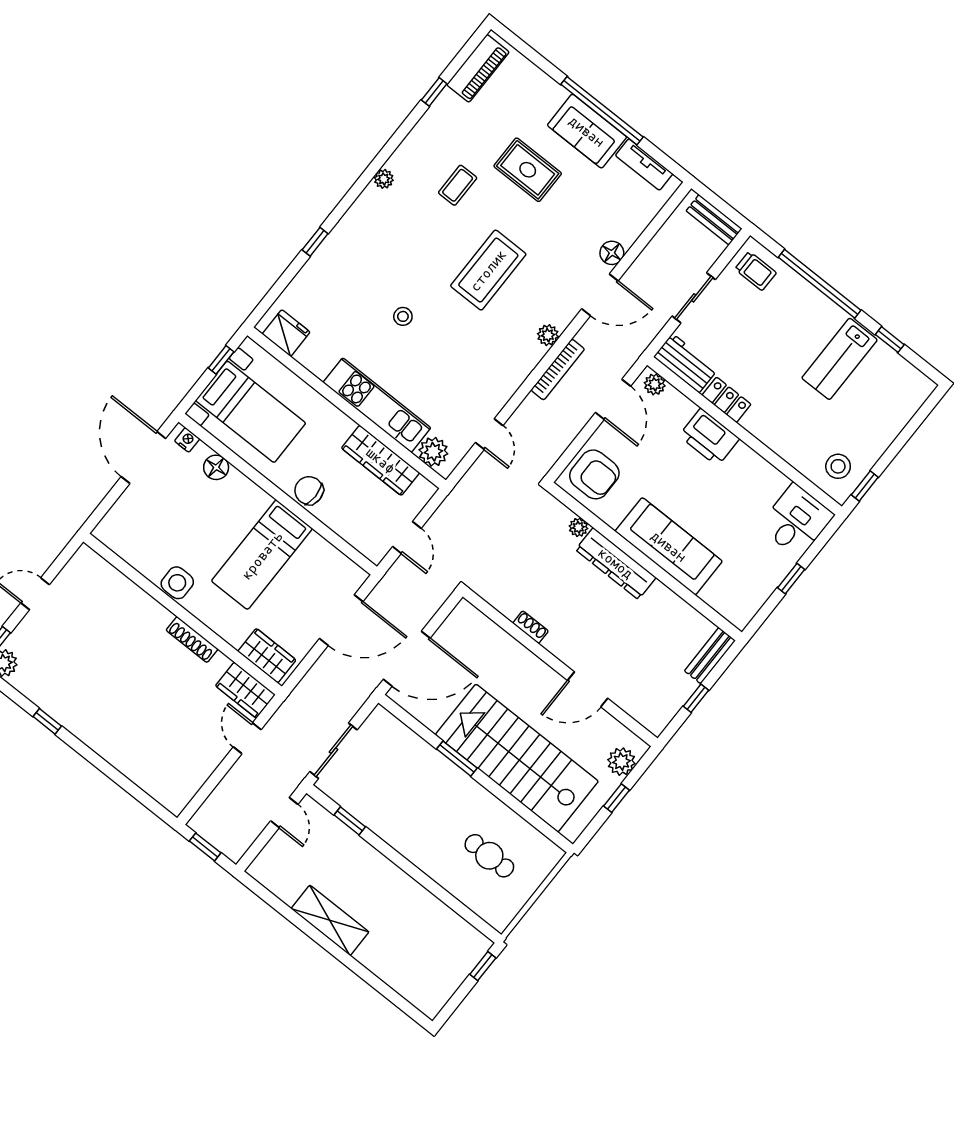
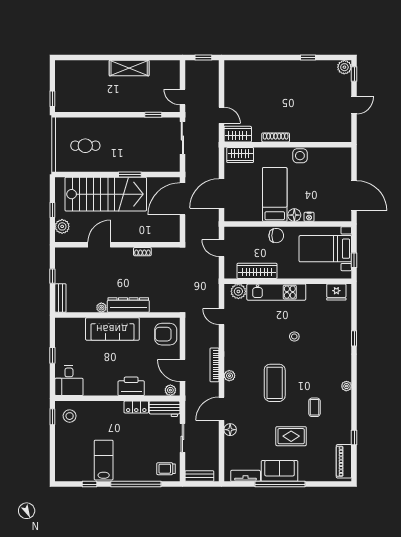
nightstand: (187, 440) -> (309, 217), moved
floor lamp: (216, 467) -> (294, 215), moved
plant: (578, 527) -> (101, 308), moved

